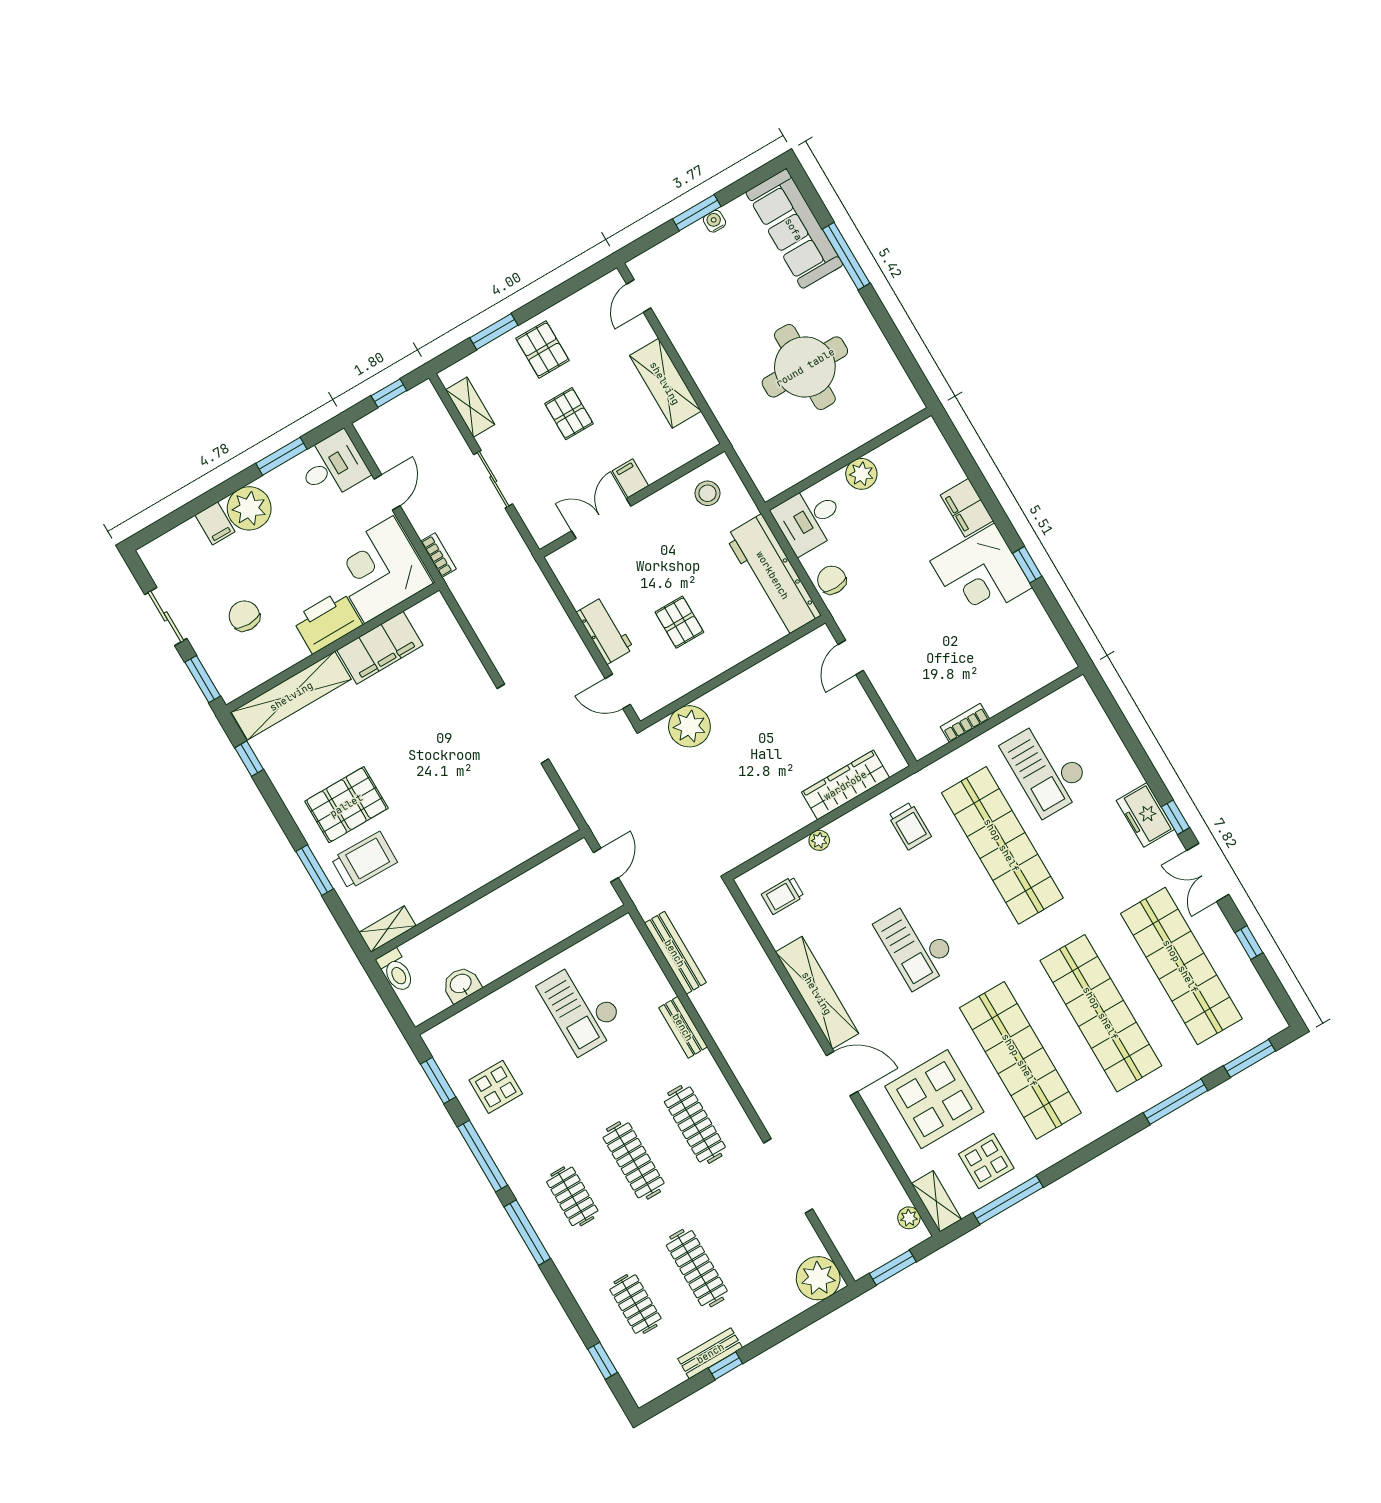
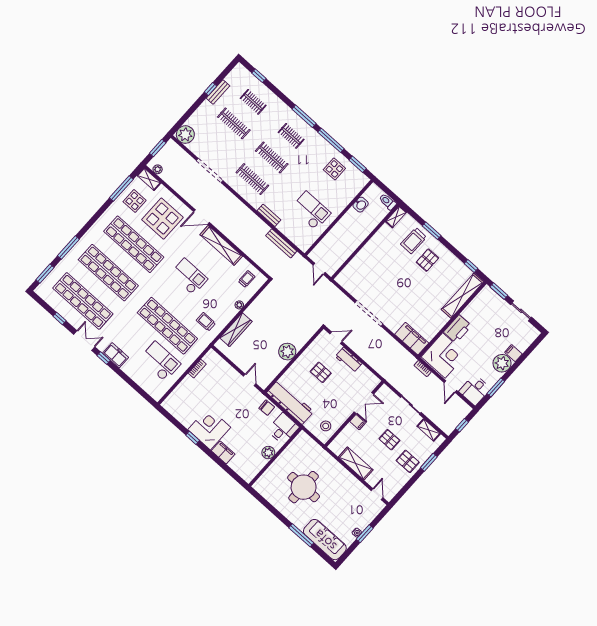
chair: (244, 616) -> (491, 321), removed
filing cabinet: (380, 648) -> (412, 339), moved, turned 90
plant: (689, 726) -> (287, 352), moved
pallet: (346, 805) -> (427, 260), width x0.67, depth x0.71

